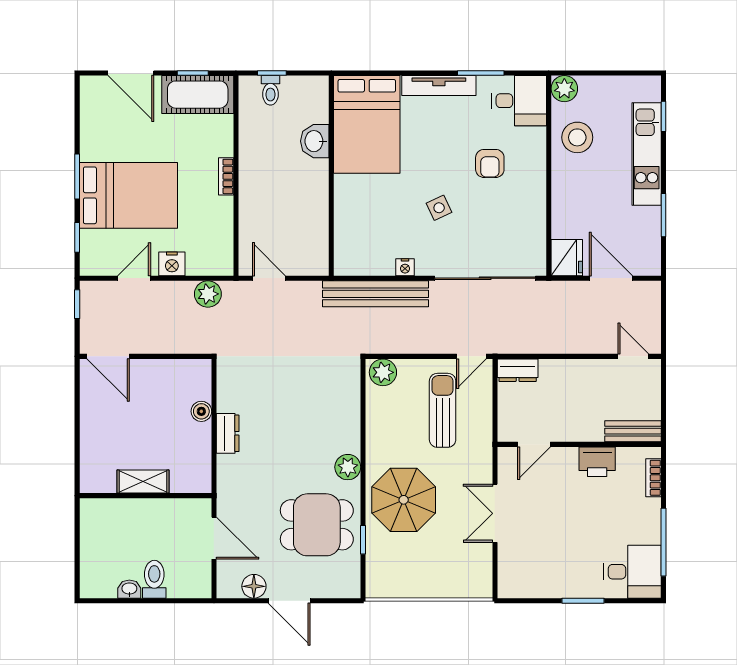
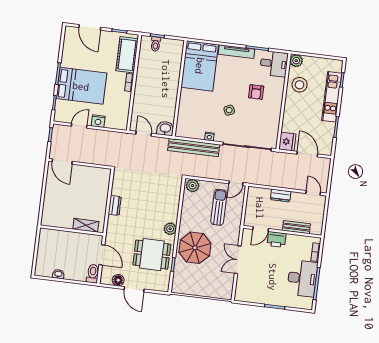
cot: (198, 95) -> (127, 55), moved, turned 90
washbasin: (315, 141) -> (165, 128), moved, turned 90
plant: (208, 294) -> (114, 138), removed
dresser: (518, 370) -> (281, 195), moved
boiler: (201, 411) -> (103, 193), removed
bench: (633, 431) -> (296, 227), moved
printer: (597, 462) -> (276, 239), moved
shelving: (143, 482) -> (86, 225), moved
desk: (632, 572) -> (302, 278), moved, width x1.37
toilet: (154, 579) -> (93, 274), moved

